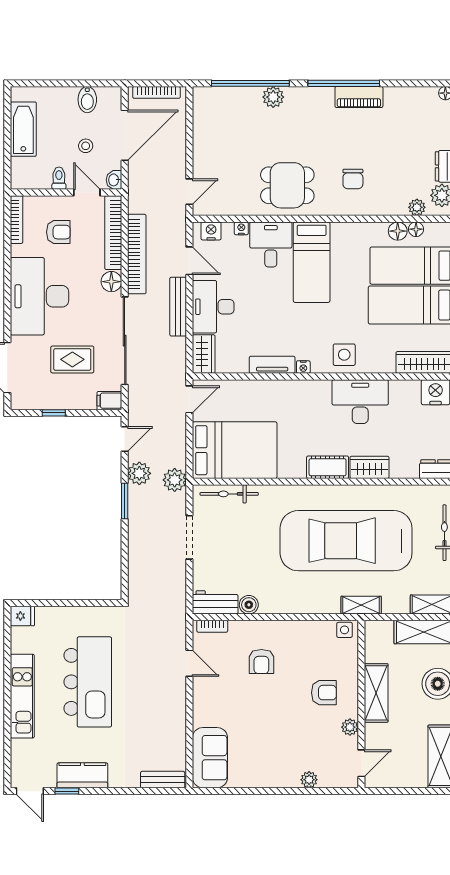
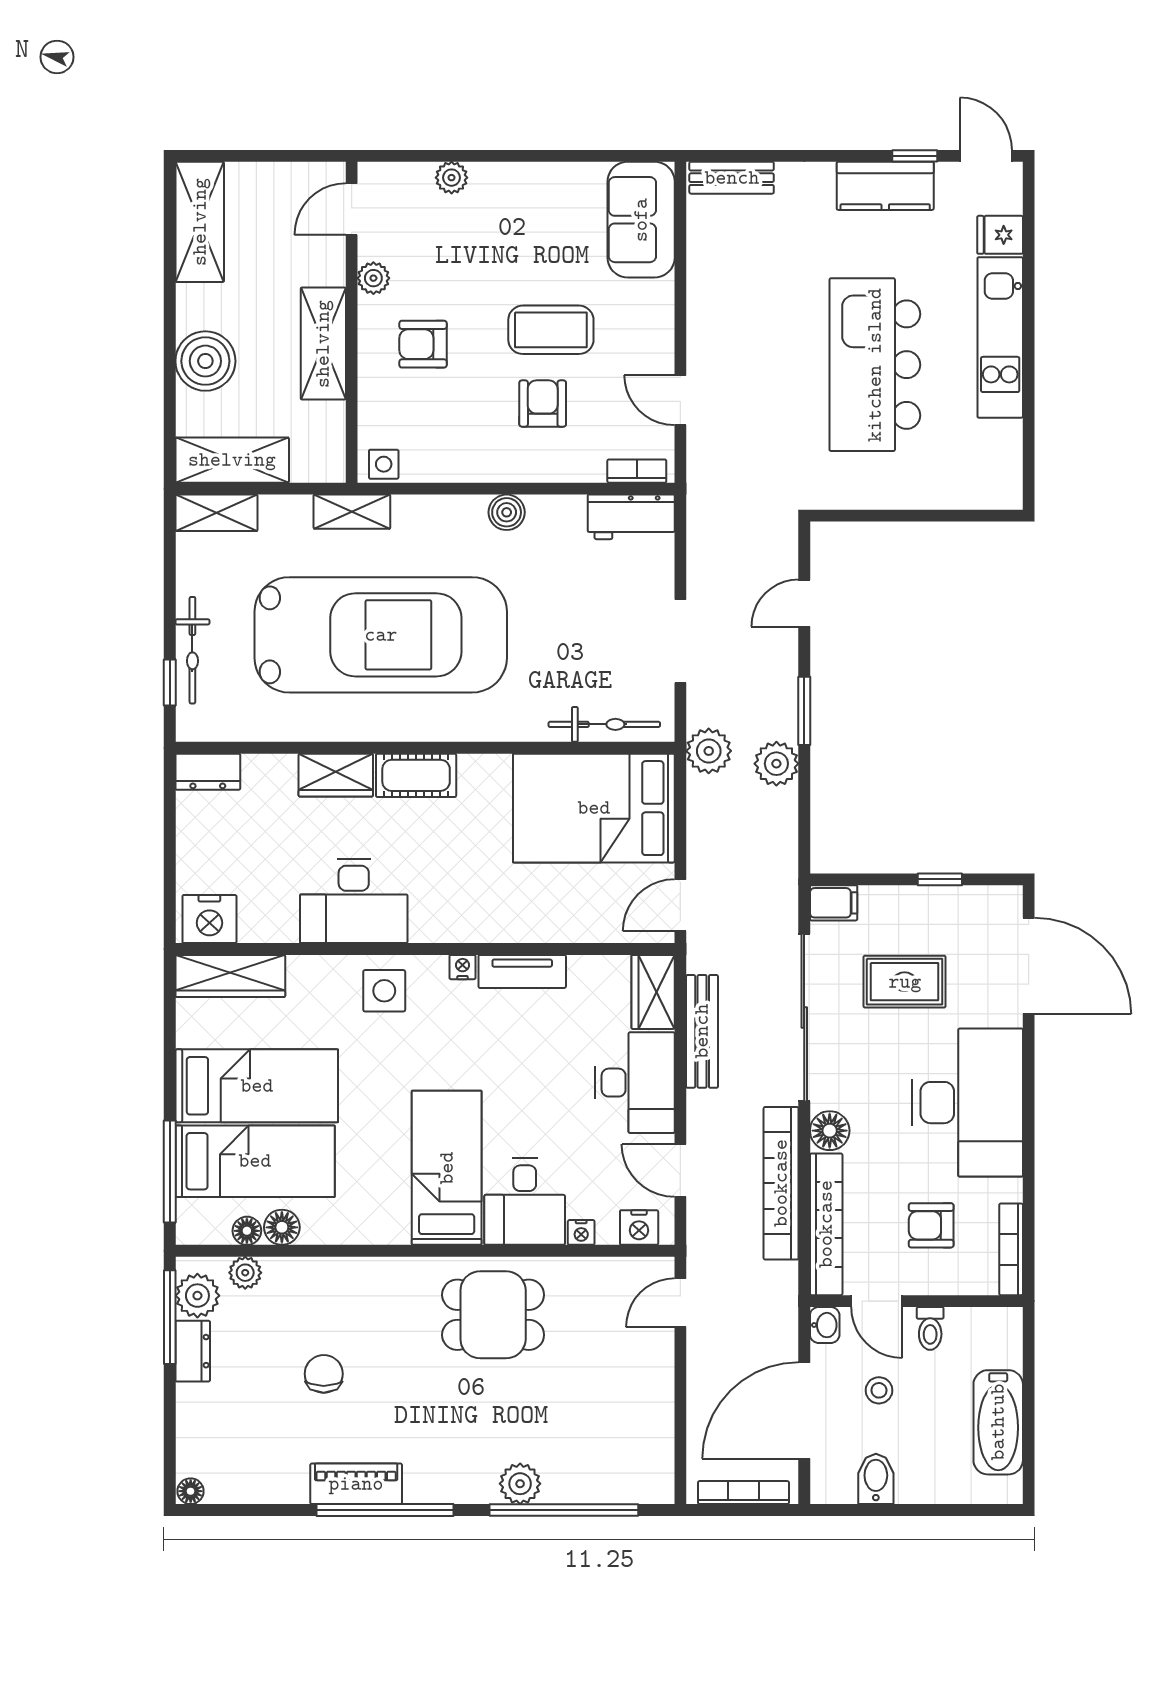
chair: (353, 179) -> (324, 1374), moved
bench: (178, 307) -> (702, 1031), moved
door: (125, 439) -> (804, 603), moved
boiler: (249, 605) -> (507, 512), moved
fridge: (22, 616) -> (1000, 235), moved
coffee table: (257, 700) -> (551, 330), added

